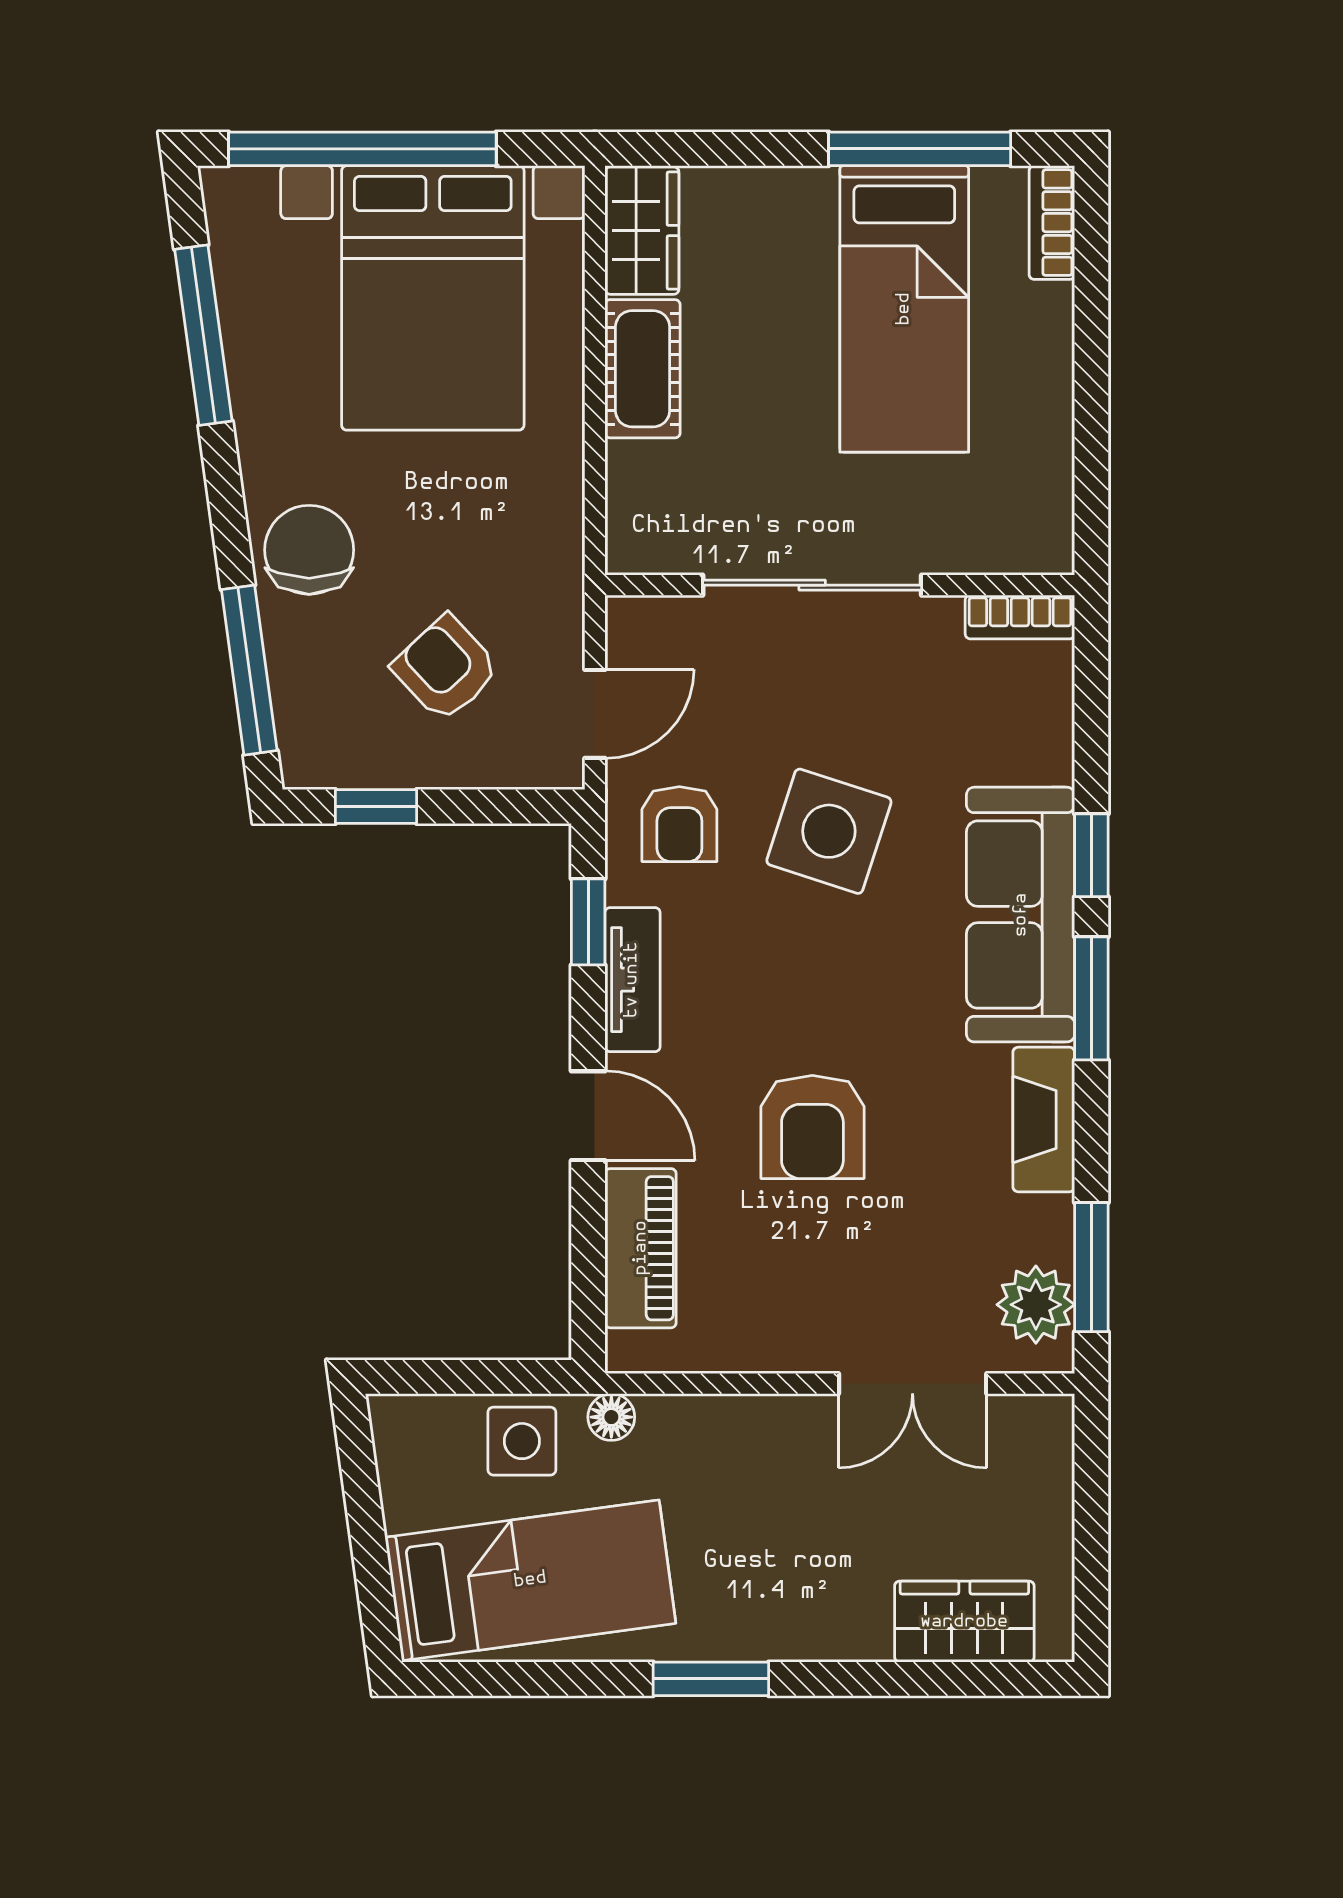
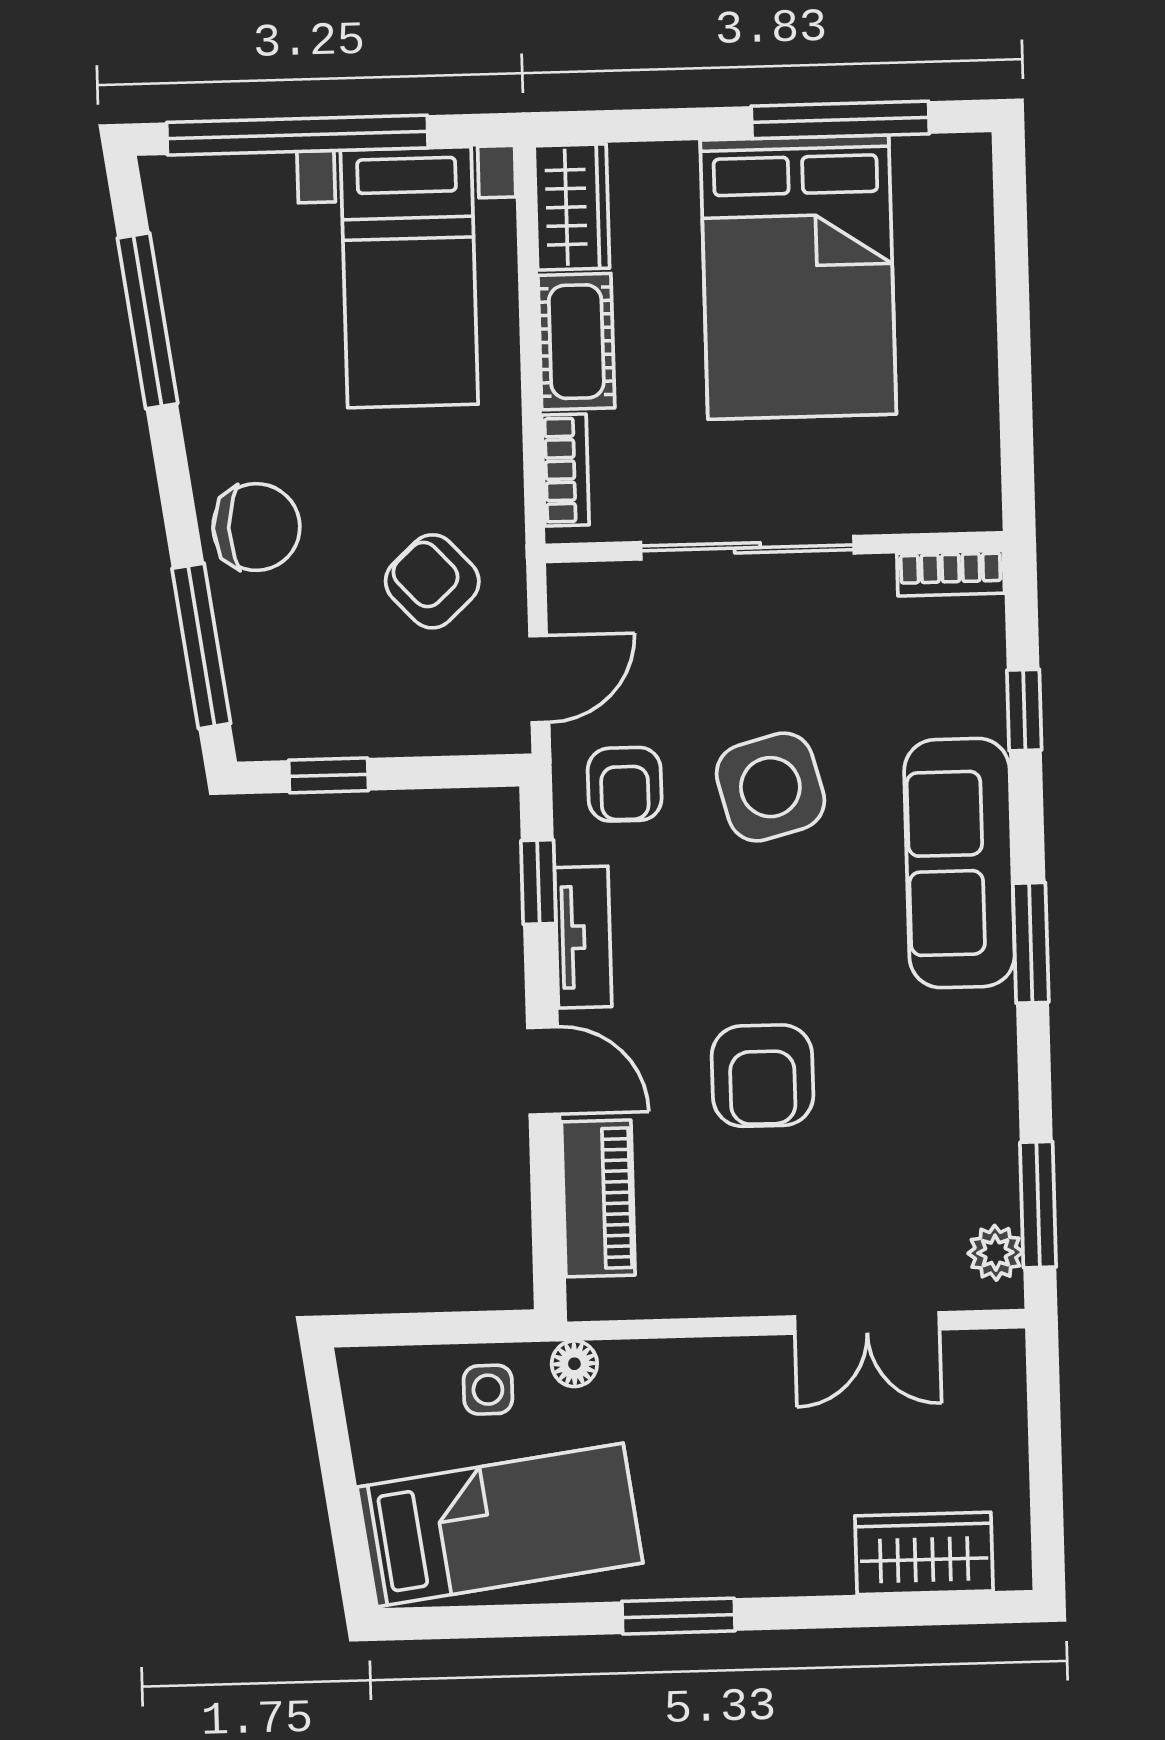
bookcase: (1052, 223) -> (565, 470), moved, turned 180
bed with nightstands: (433, 298) -> (409, 277), width x0.73
bed: (904, 309) -> (798, 277), width x1.50
chair: (309, 550) -> (256, 527), turned 90
armchair: (446, 668) -> (432, 581), moved
side table: (829, 831) -> (770, 787), turned -33
window: (1091, 855) -> (1024, 710), moved
fireplace: (1044, 1120) -> (988, 1062), removed
plant: (1036, 1305) -> (995, 1253), width x0.73, depth x0.73
side table: (522, 1441) -> (488, 1390), width x0.73, depth x0.73

